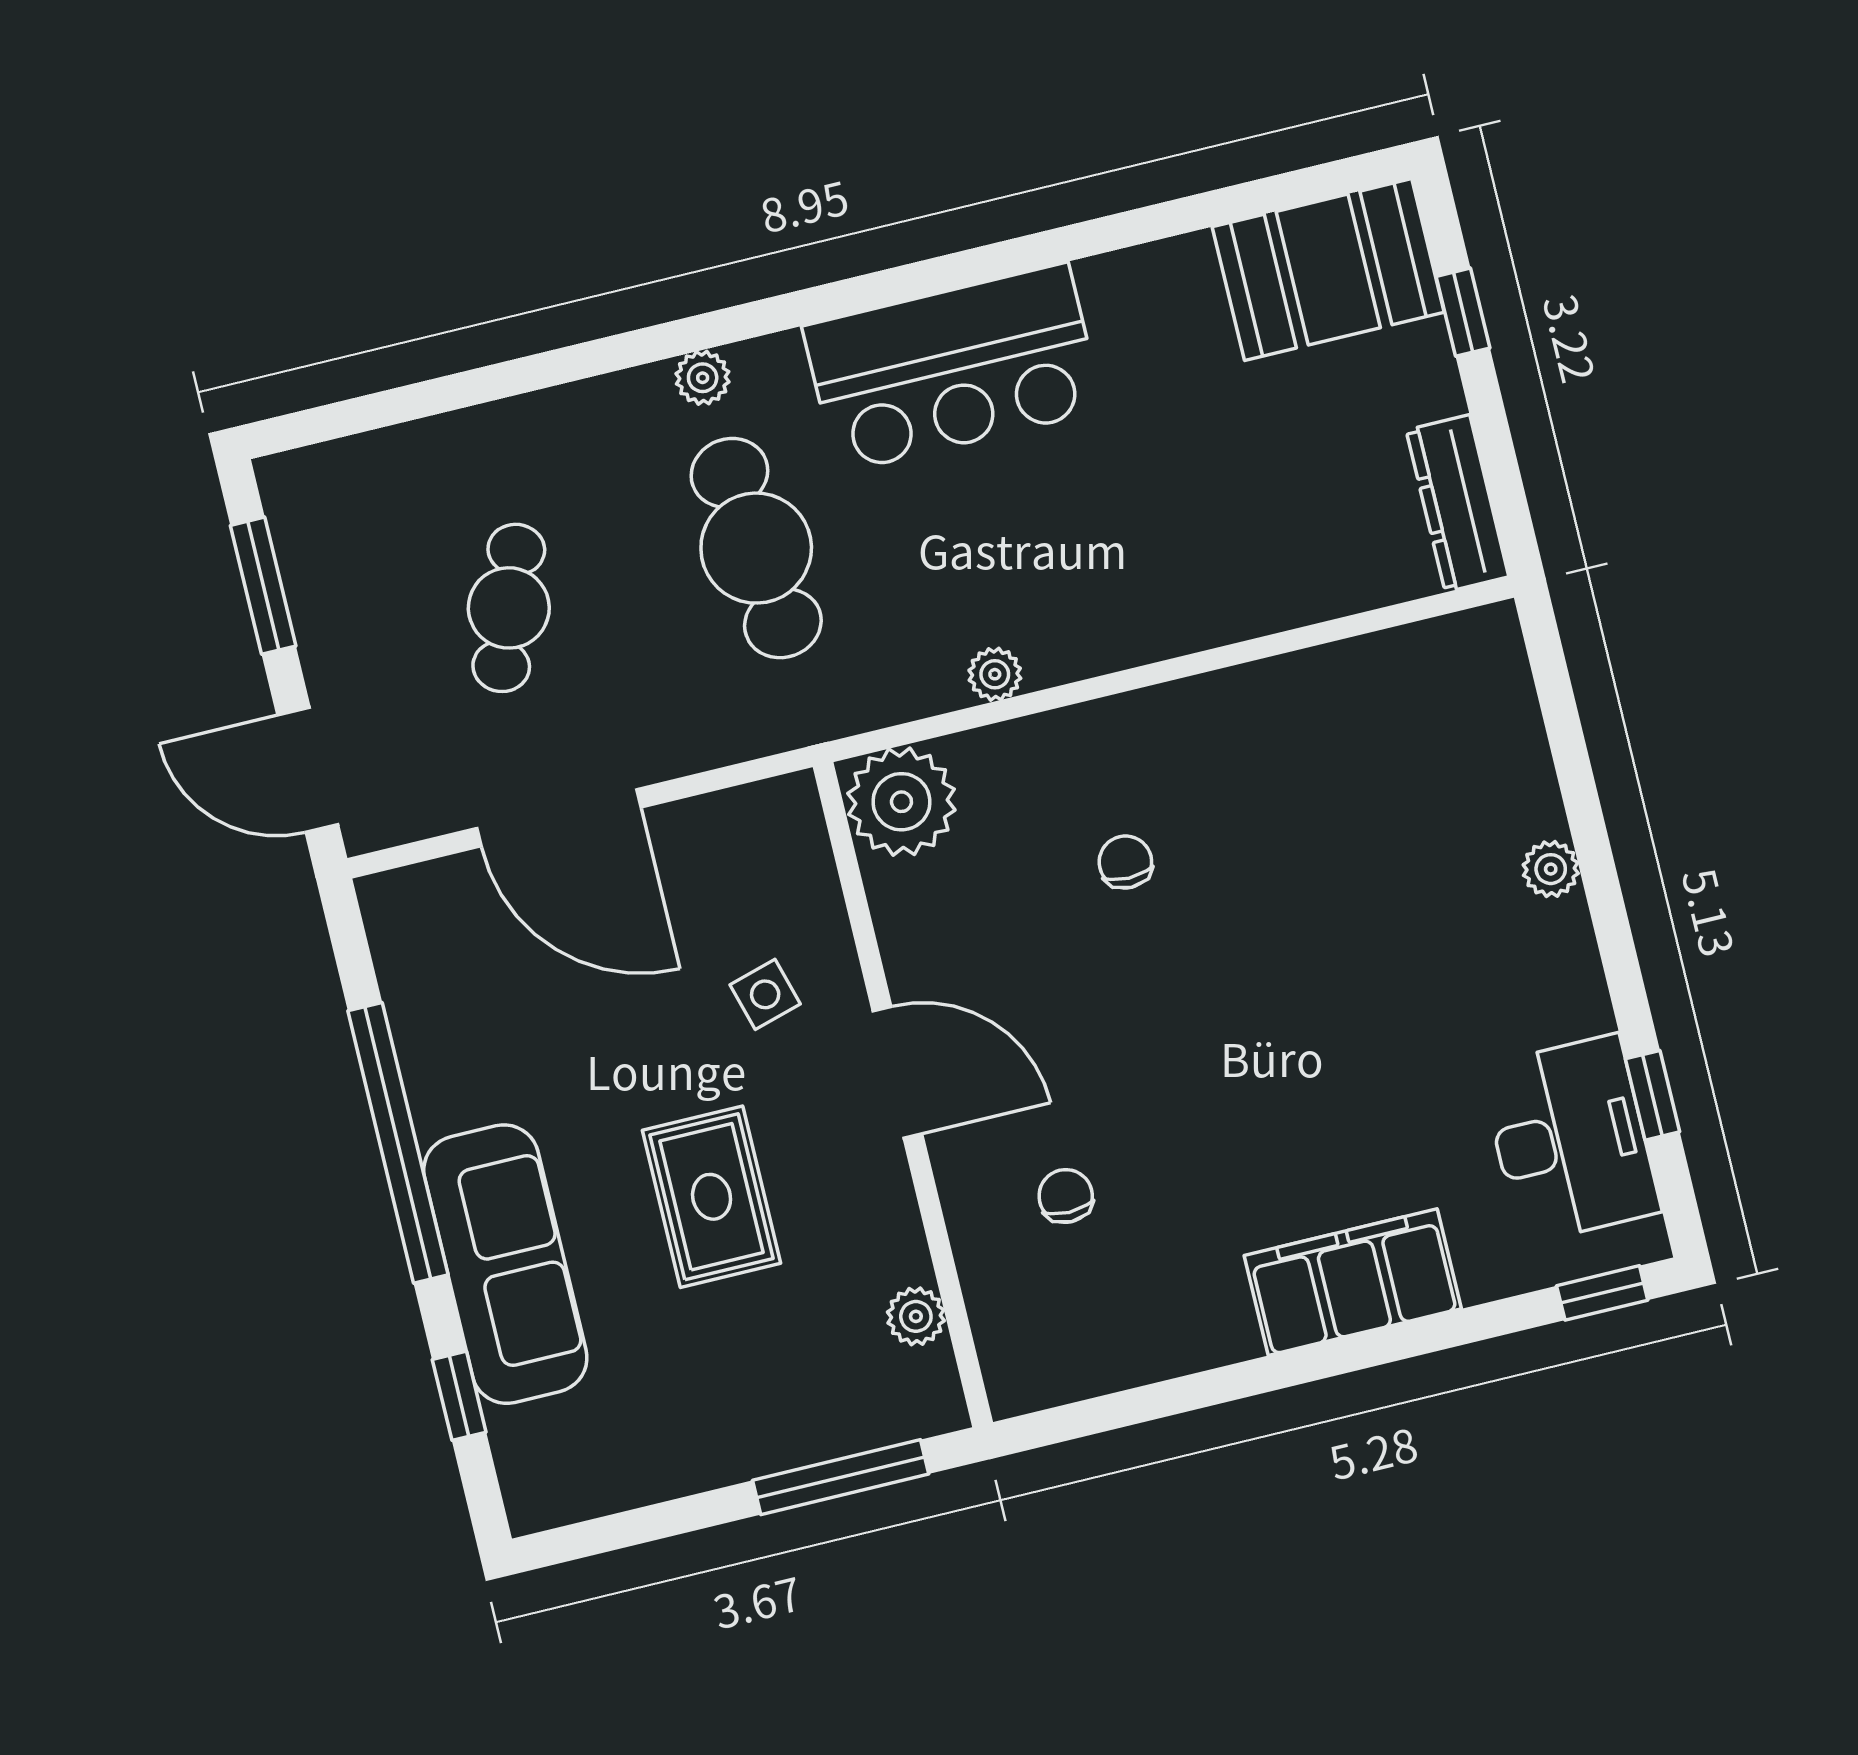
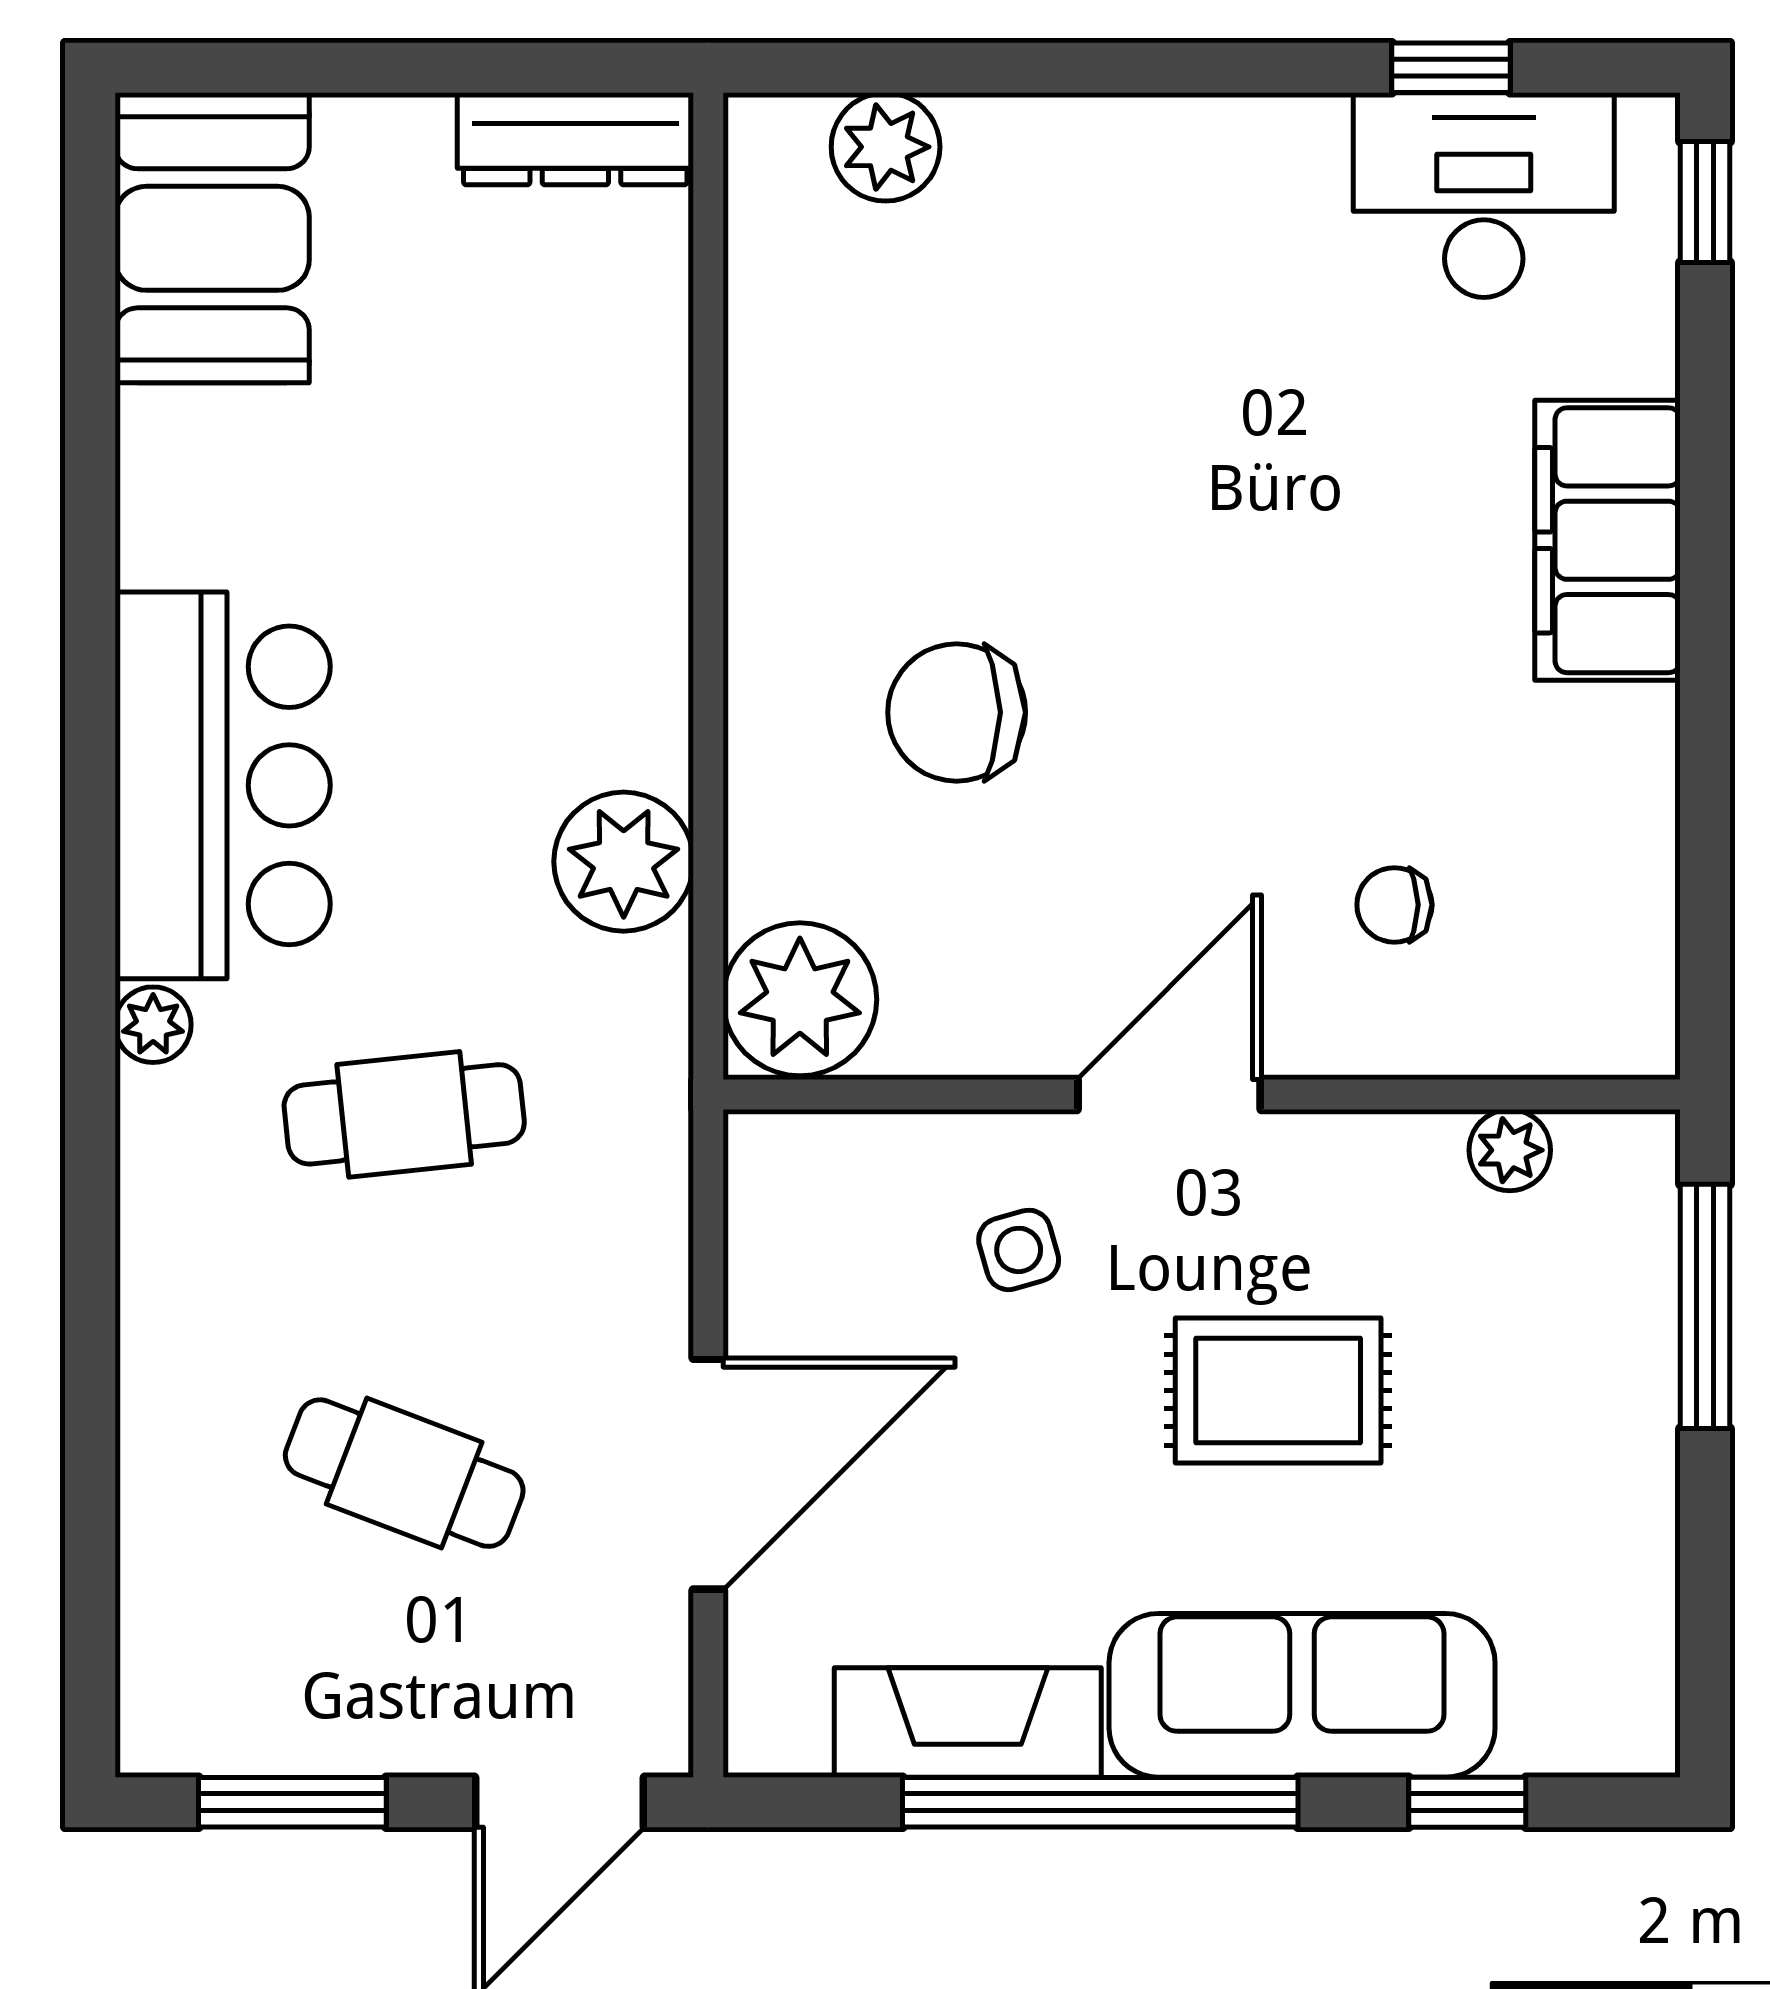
window: (1463, 312) -> (315, 68), removed
plant: (703, 378) -> (153, 1025), moved
cafe table: (756, 548) -> (404, 1114), width x0.73, depth x0.74
plant: (995, 674) -> (624, 862), width x1.88, depth x1.88
chair: (1125, 862) -> (957, 712), width x1.87, depth x1.87
plant: (1551, 869) -> (886, 147), moved, width x1.38, depth x1.38
fireplace: (431, 1038) -> (968, 1722), added

